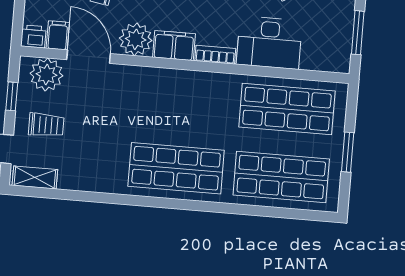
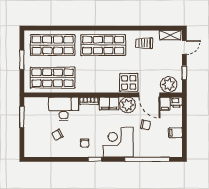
display table: (129, 86) -> (129, 82), added
trolley: (46, 125) -> (144, 43), moved

